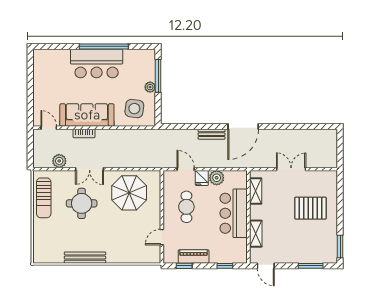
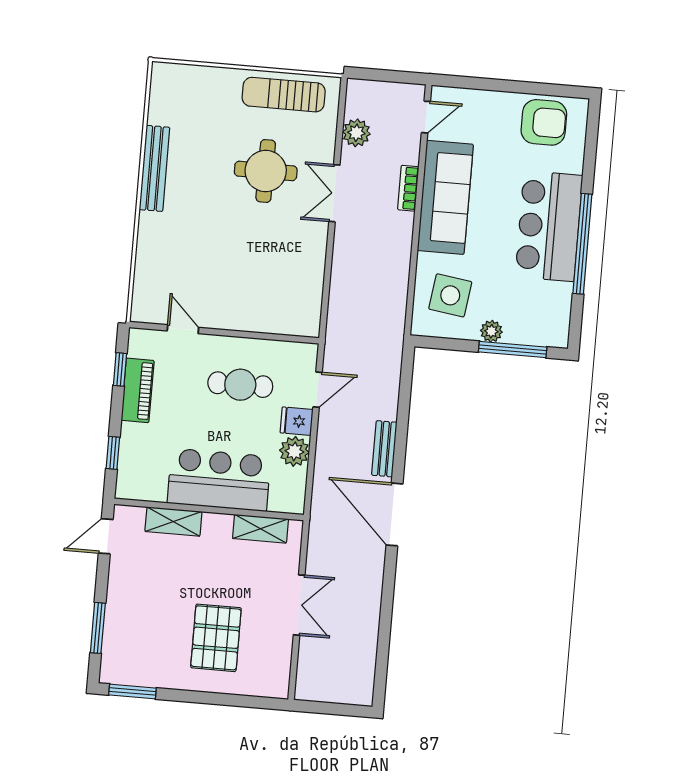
armchair: (46, 70) -> (544, 122), added
parasol: (129, 193) -> (279, 270), removed

